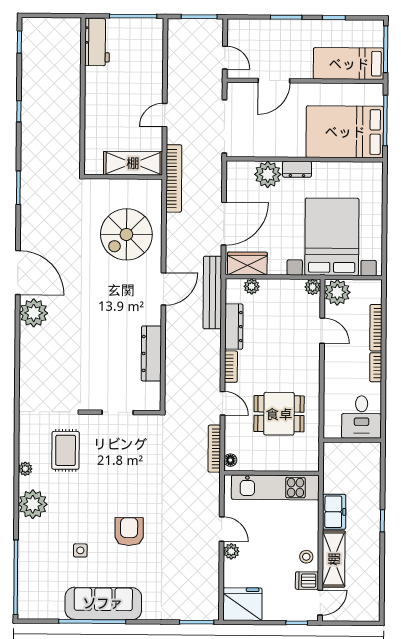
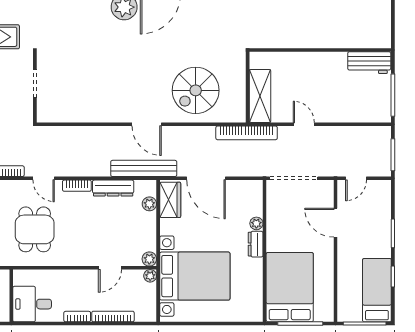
bed: (349, 64) -> (377, 290), moved
plant: (268, 174) -> (256, 223), width x0.53, depth x0.53
spiral stairs: (126, 234) -> (196, 90), turned -90
plant: (337, 292) -> (150, 276), width x0.53, depth x0.53
dresser: (151, 353) -> (88, 114), removed
door: (222, 403) -> (44, 178), hinge flipped

